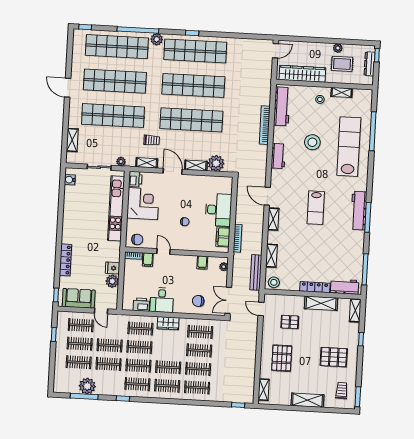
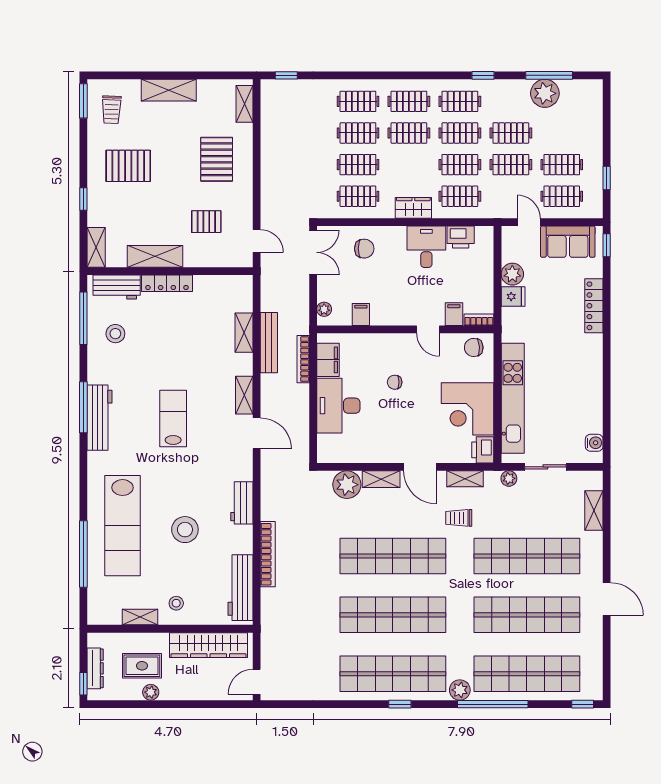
bench: (256, 272) -> (269, 343), moved
stool: (274, 282) -> (115, 334), moved
clothes rail: (79, 362) -> (562, 133), removed

